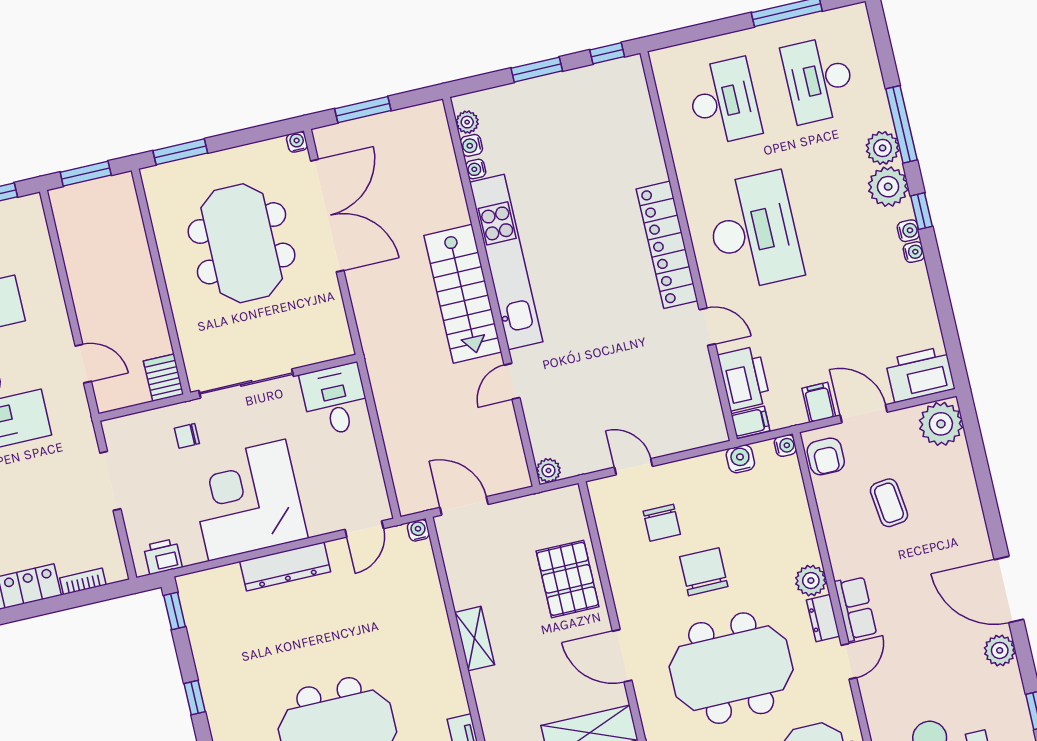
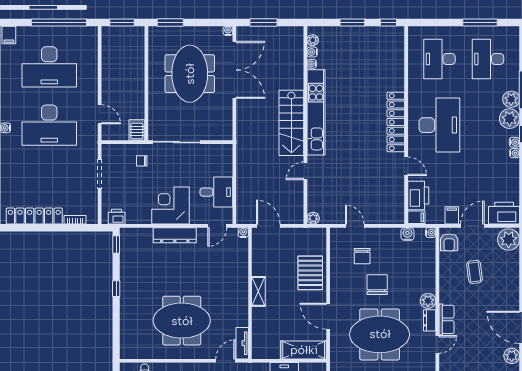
desk: (724, 102) -> (439, 59), turned 180
desk: (335, 400) -> (216, 192), moved, turned 90
door: (864, 414) -> (472, 226), hinge flipped
corner desk: (247, 500) -> (170, 206), width x0.74, depth x0.74

